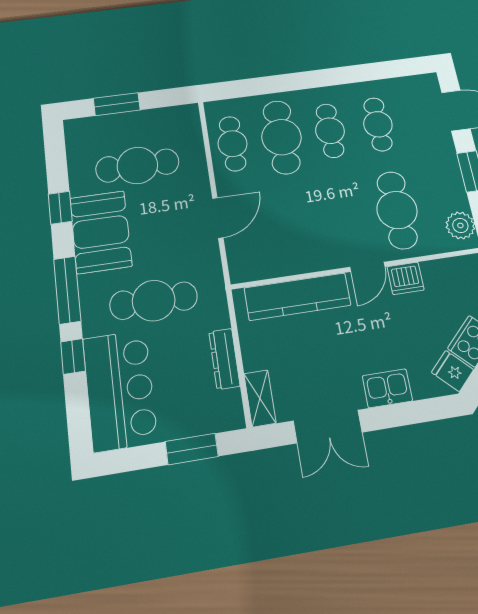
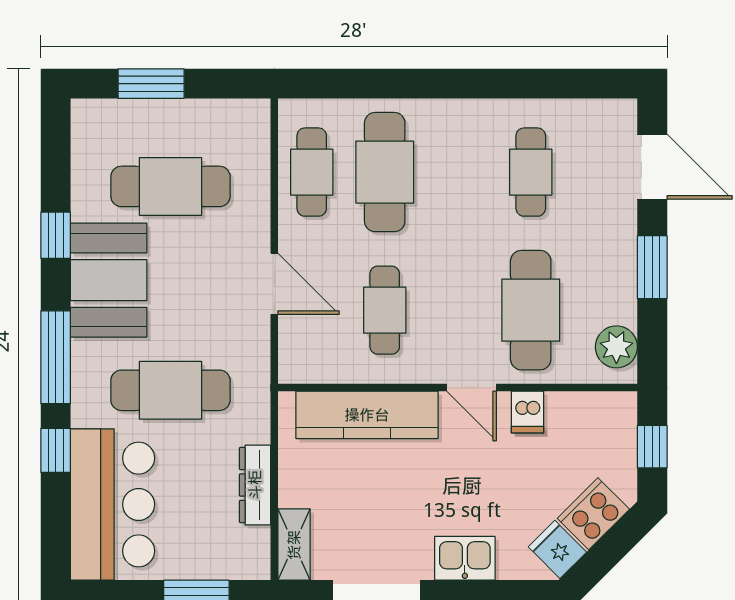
cafe table: (330, 131) -> (385, 310), moved
door: (218, 218) -> (274, 284), hinge flipped
door: (367, 267) -> (471, 387), hinge flipped
dishwasher: (405, 278) -> (527, 412), width x0.73

